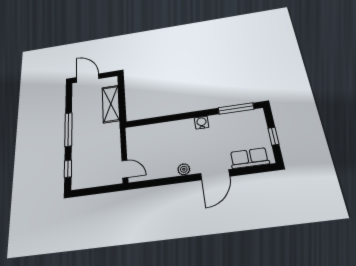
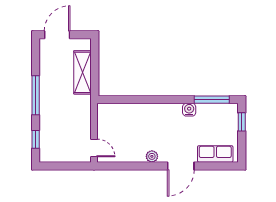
door: (88, 78) -> (57, 35), hinge flipped
water cooler: (202, 123) -> (189, 110), moved
window: (273, 136) -> (242, 122), moved

